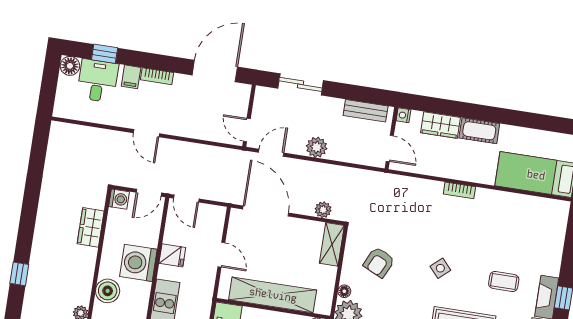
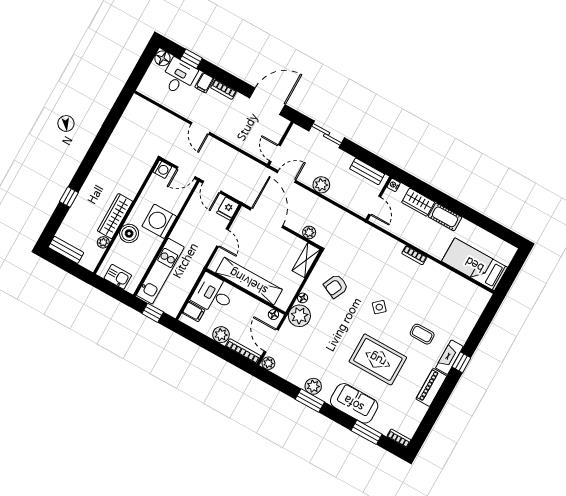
wardrobe: (91, 227) -> (115, 216), moved, width x1.50
fridge: (172, 255) -> (228, 209), moved, turned 90

